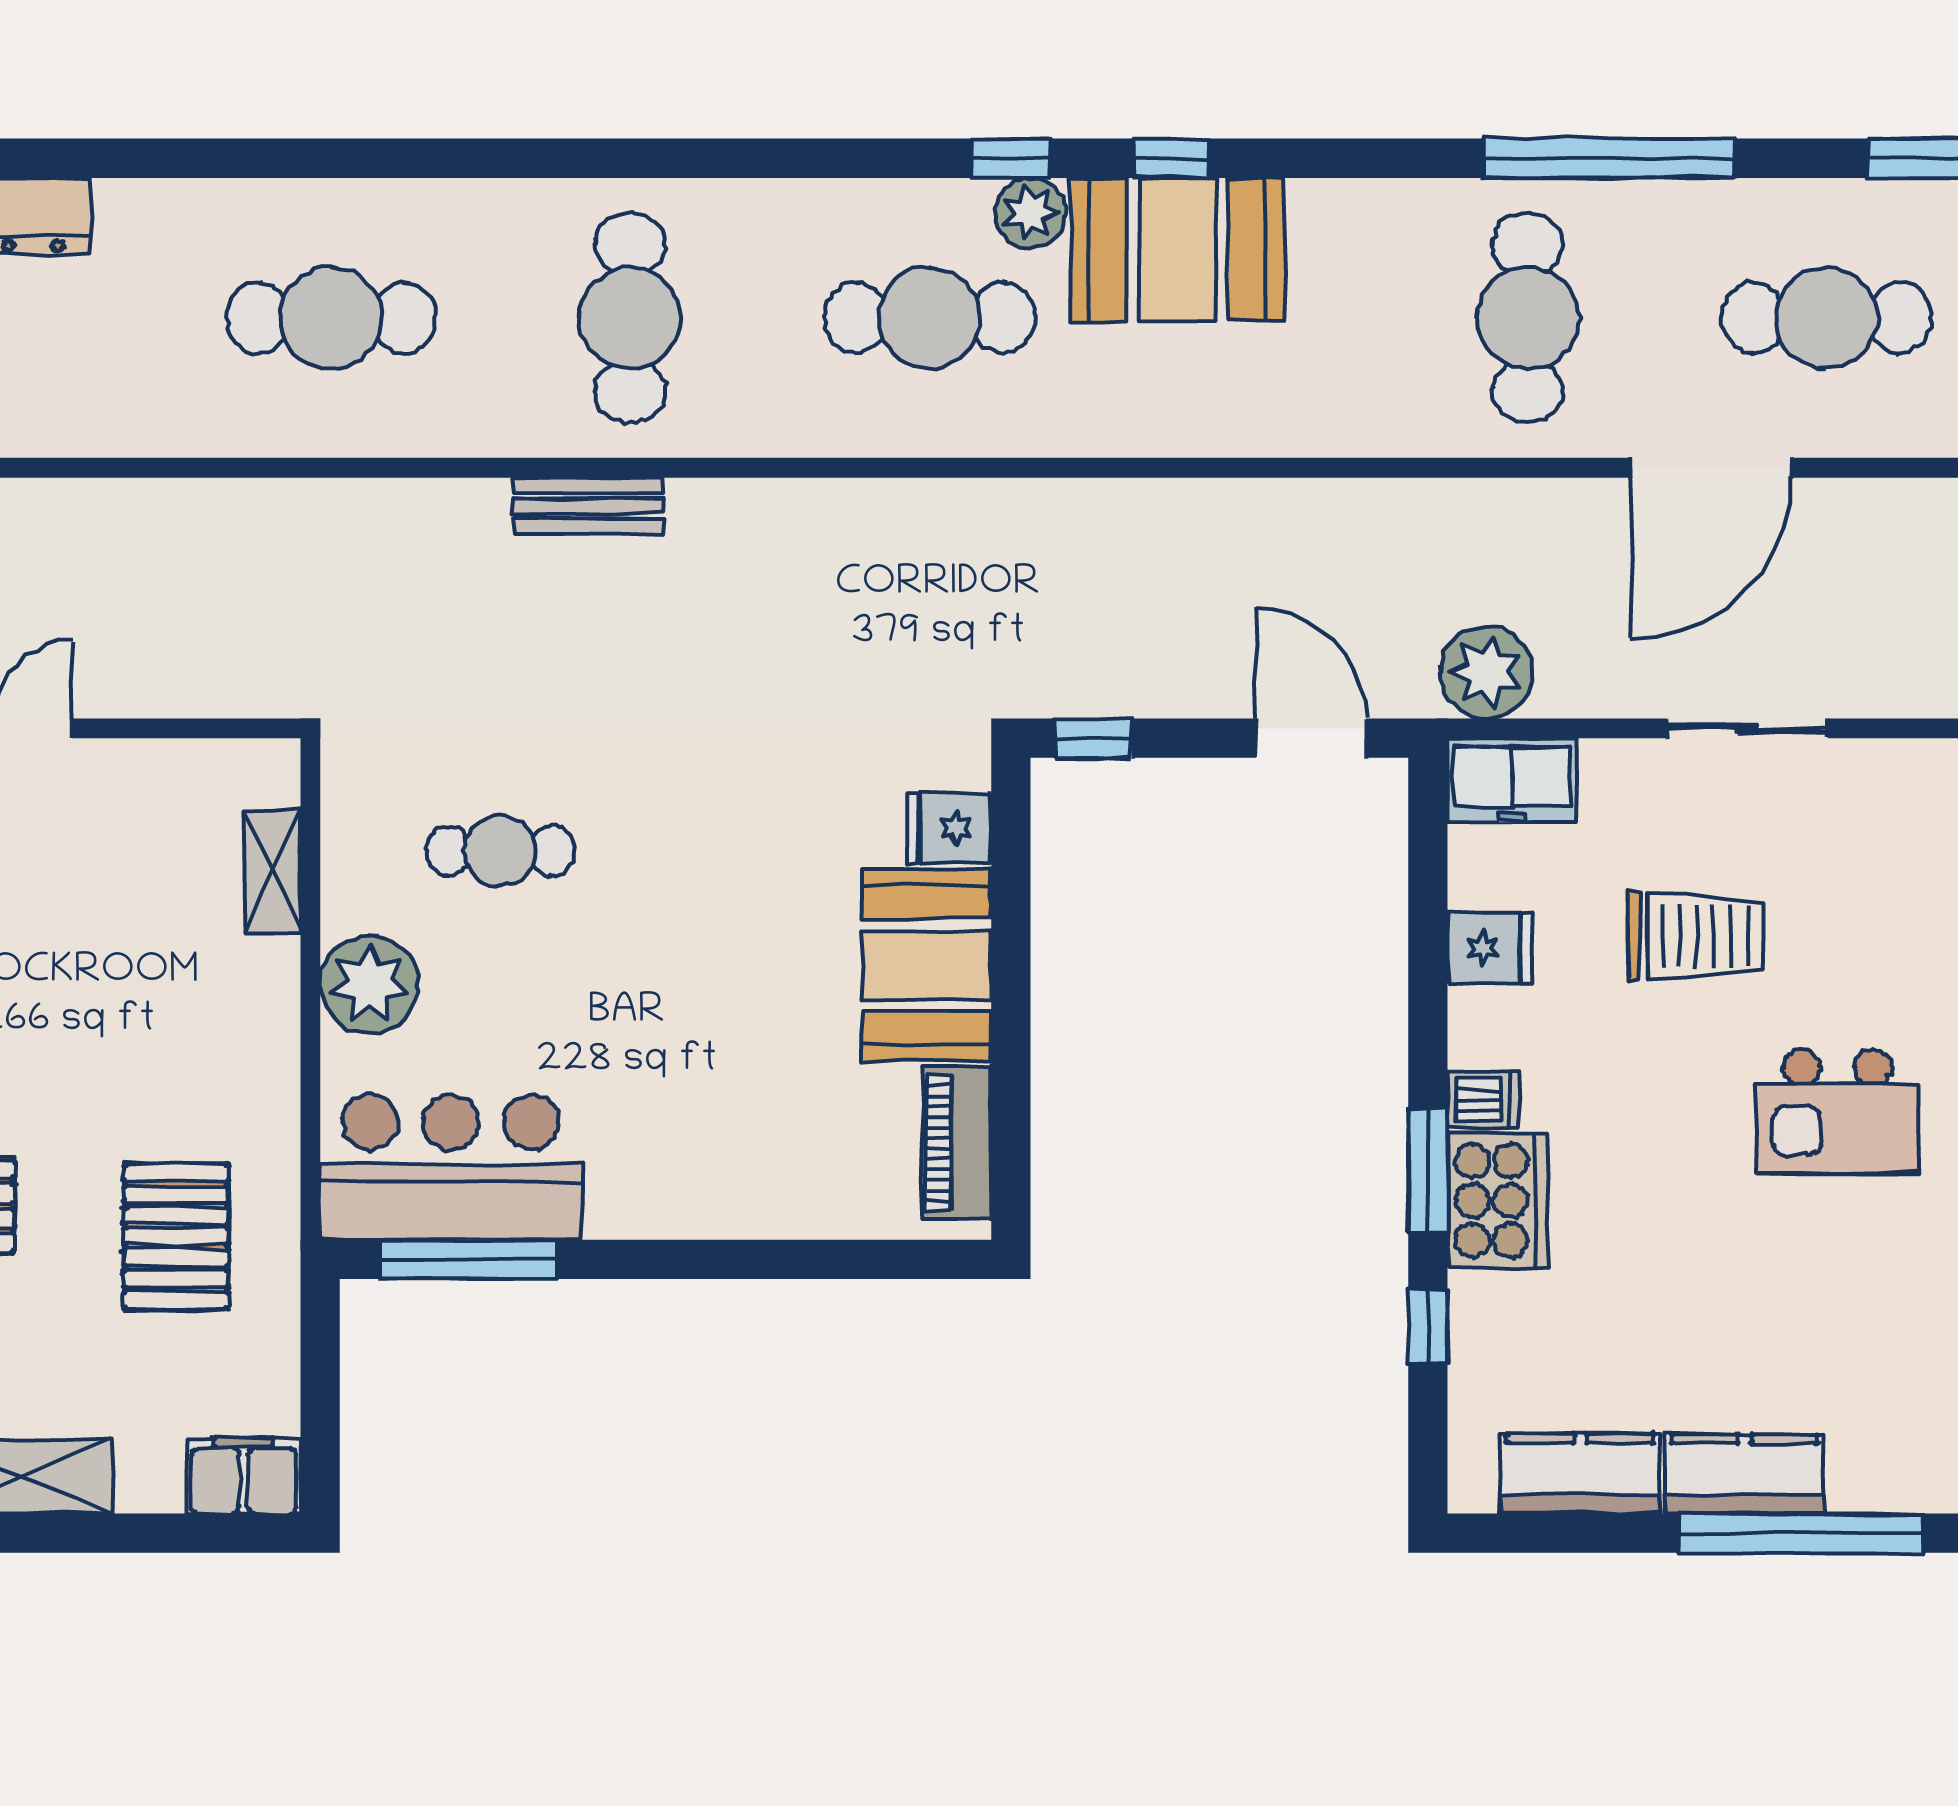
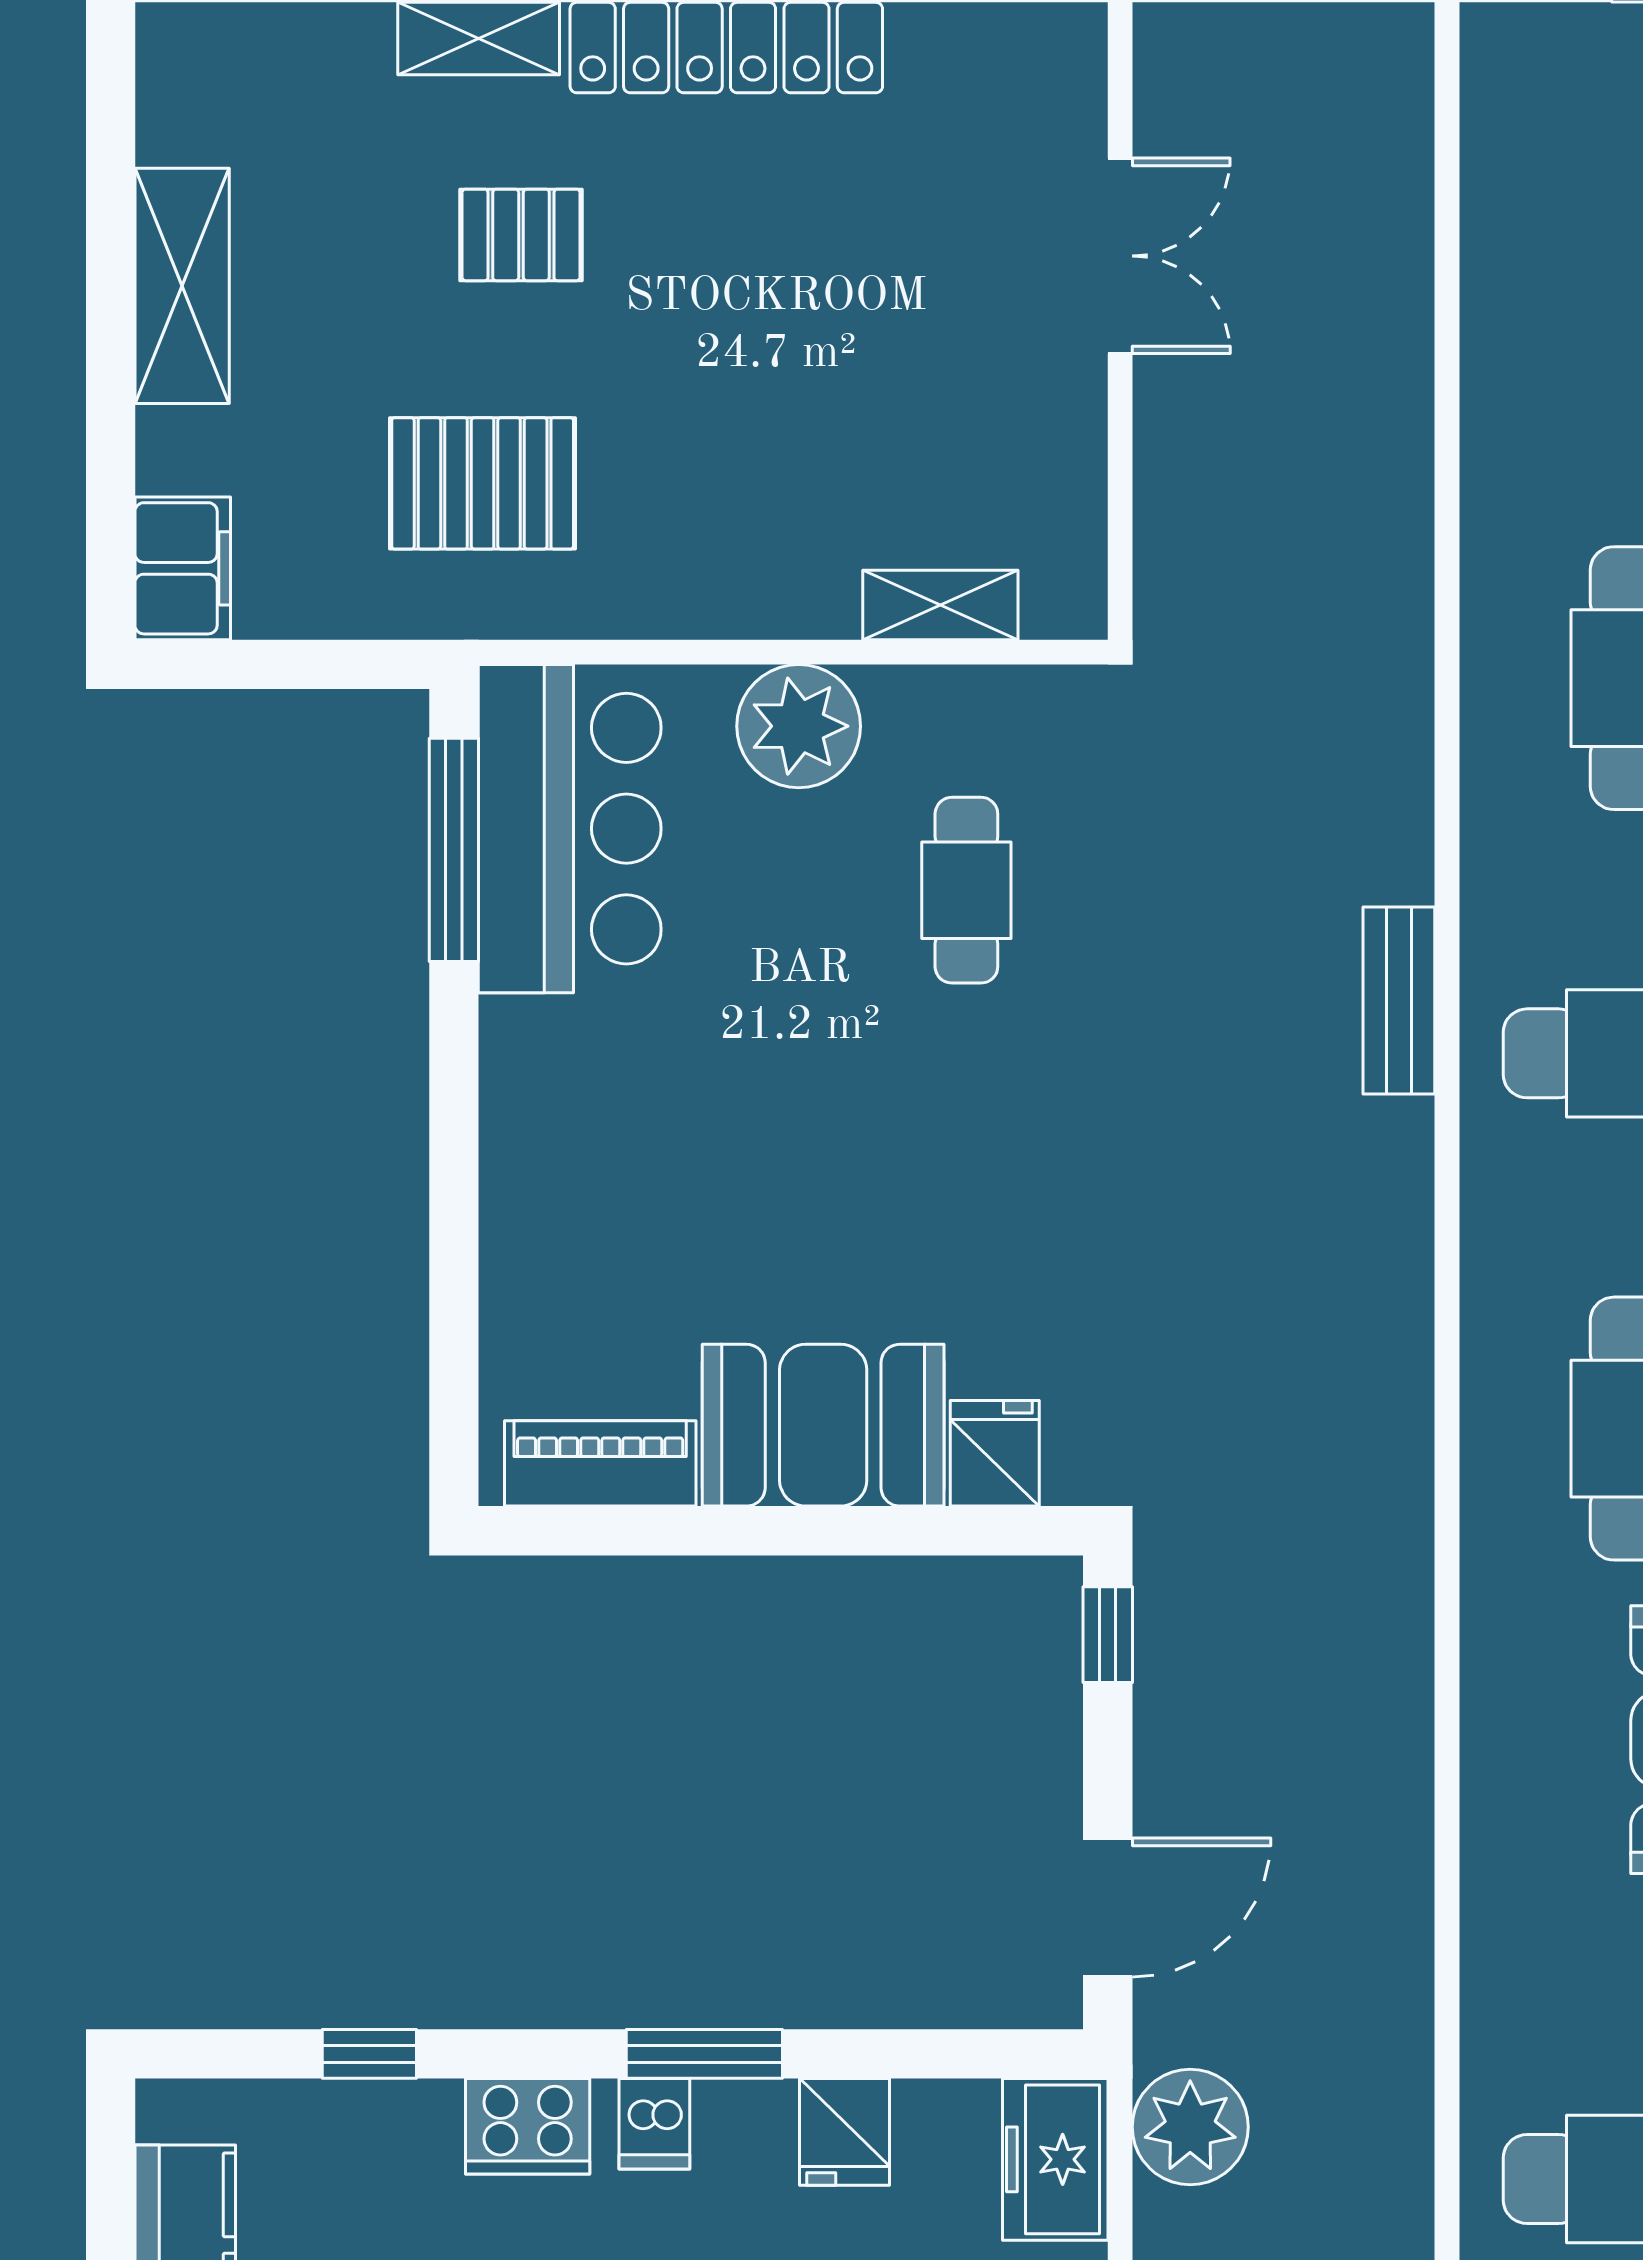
window: (1428, 1170) -> (704, 2054), moved
cooker: (1497, 1201) -> (528, 2126), width x0.73, depth x0.76

